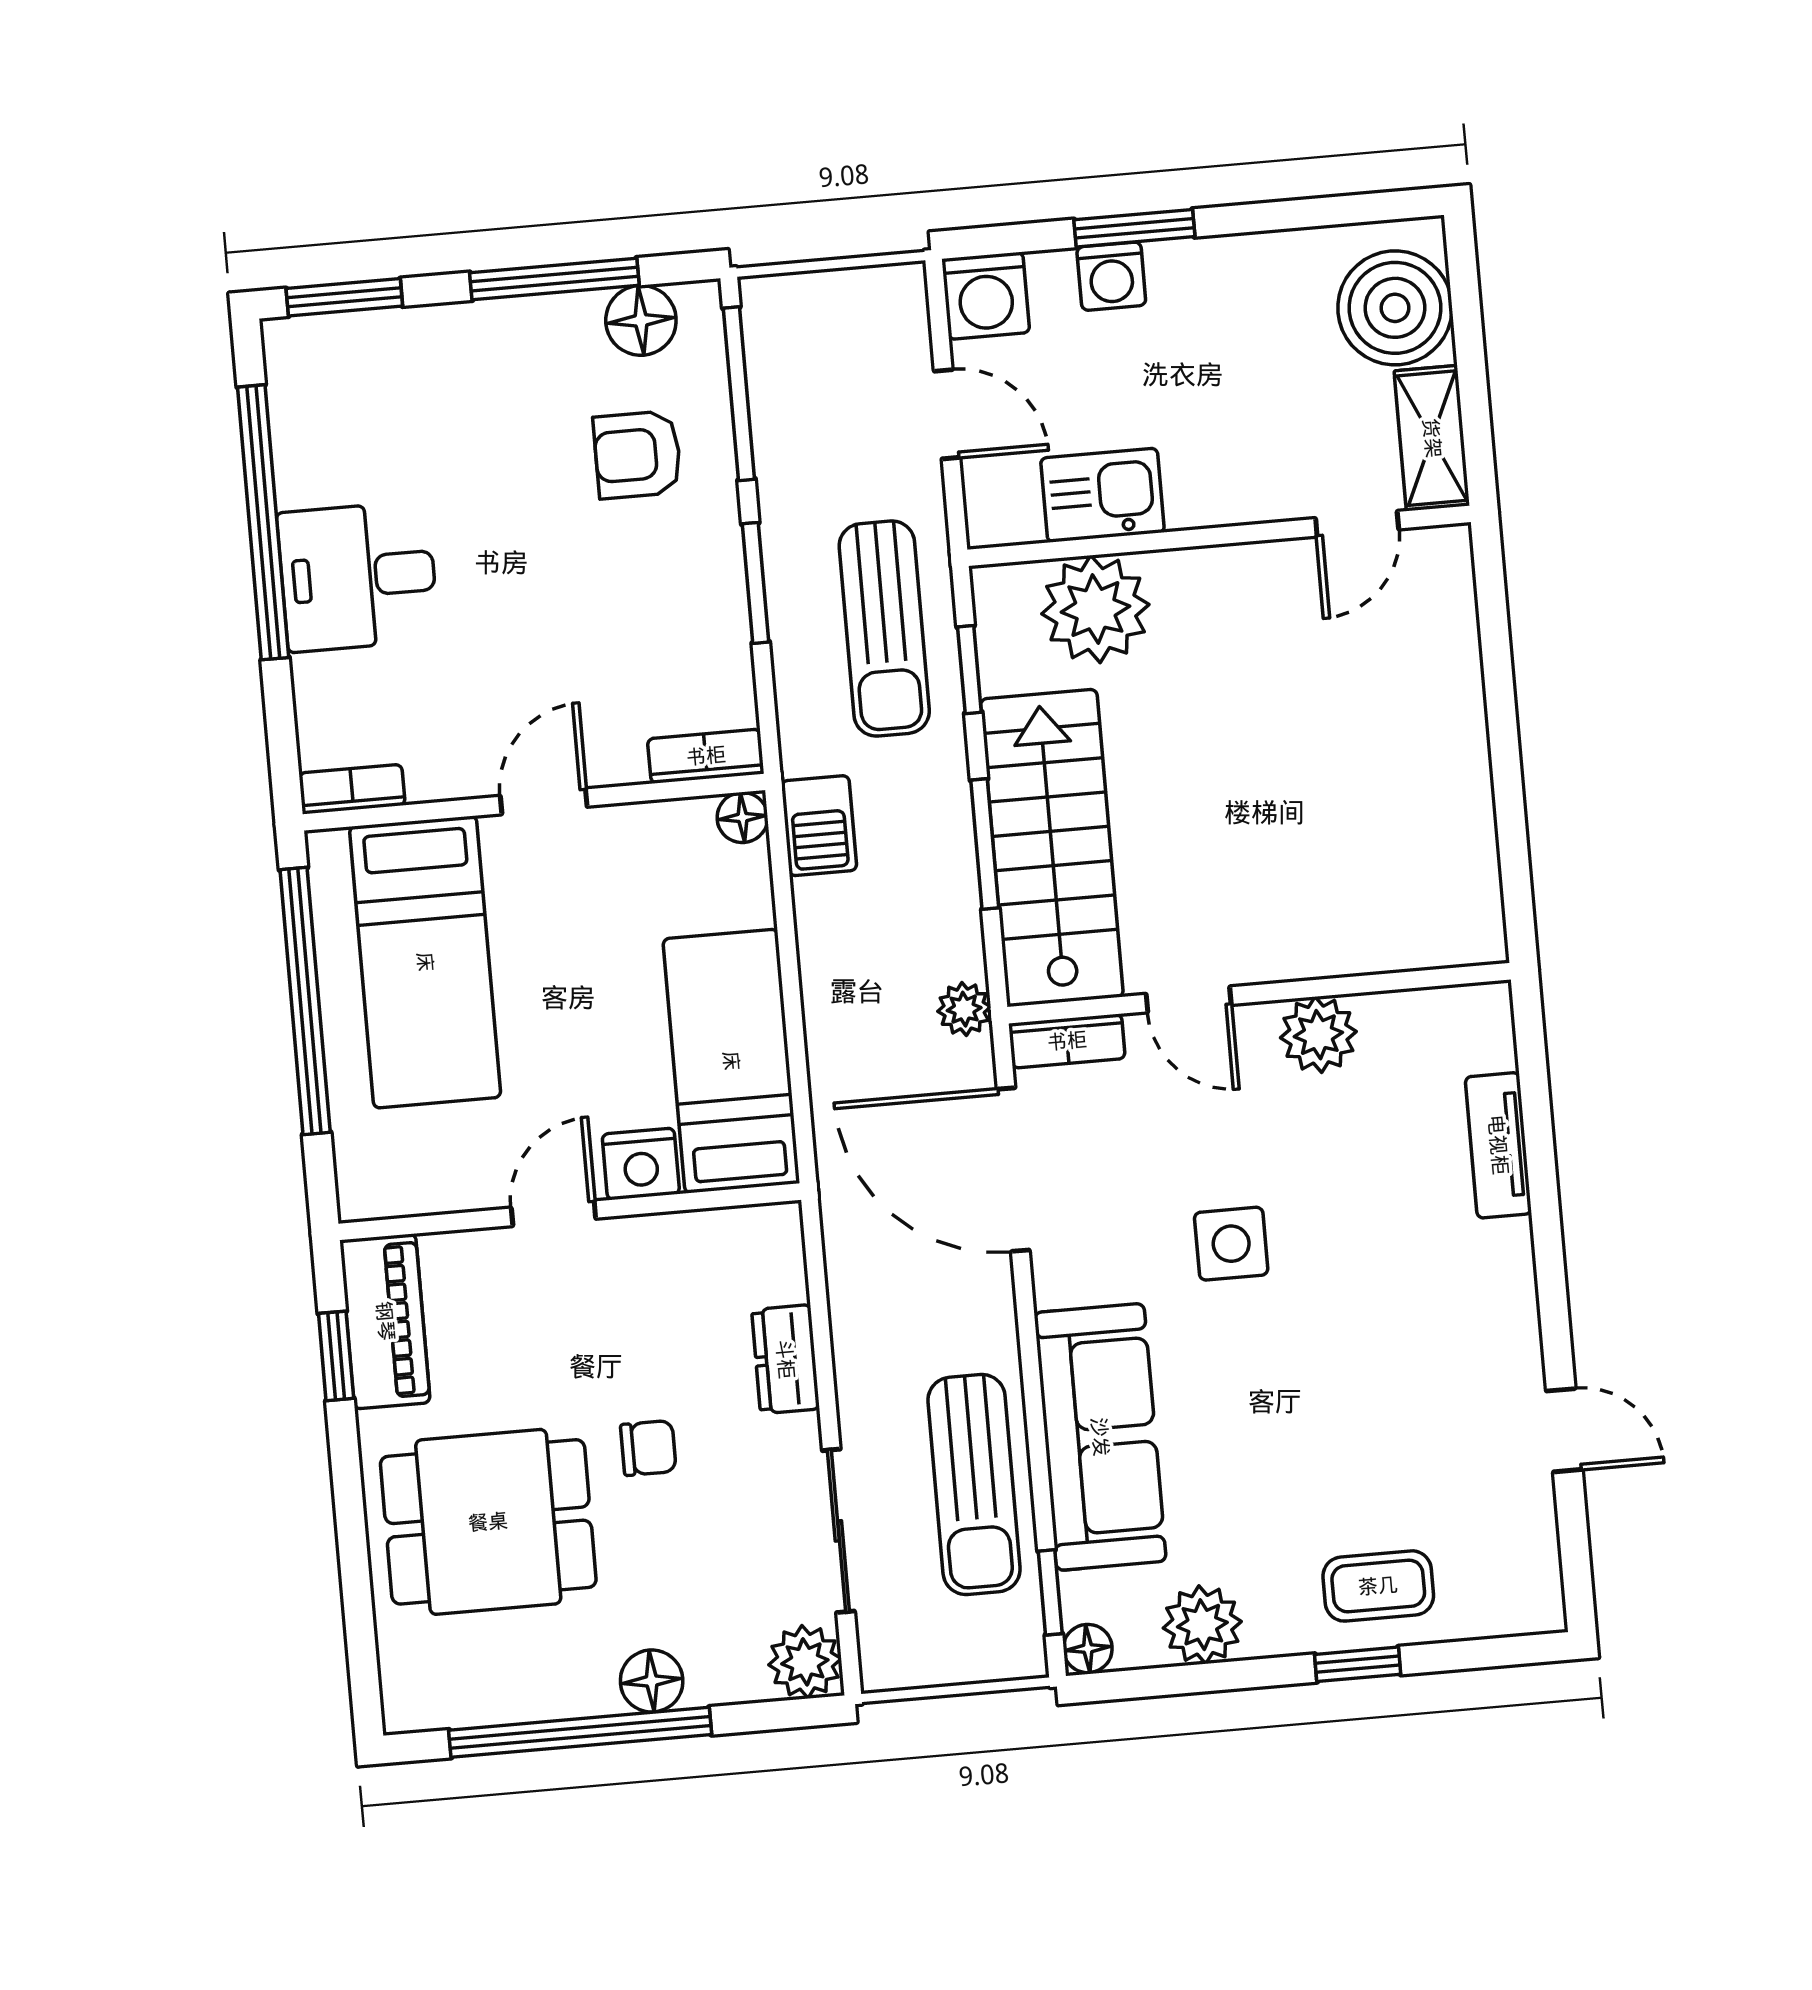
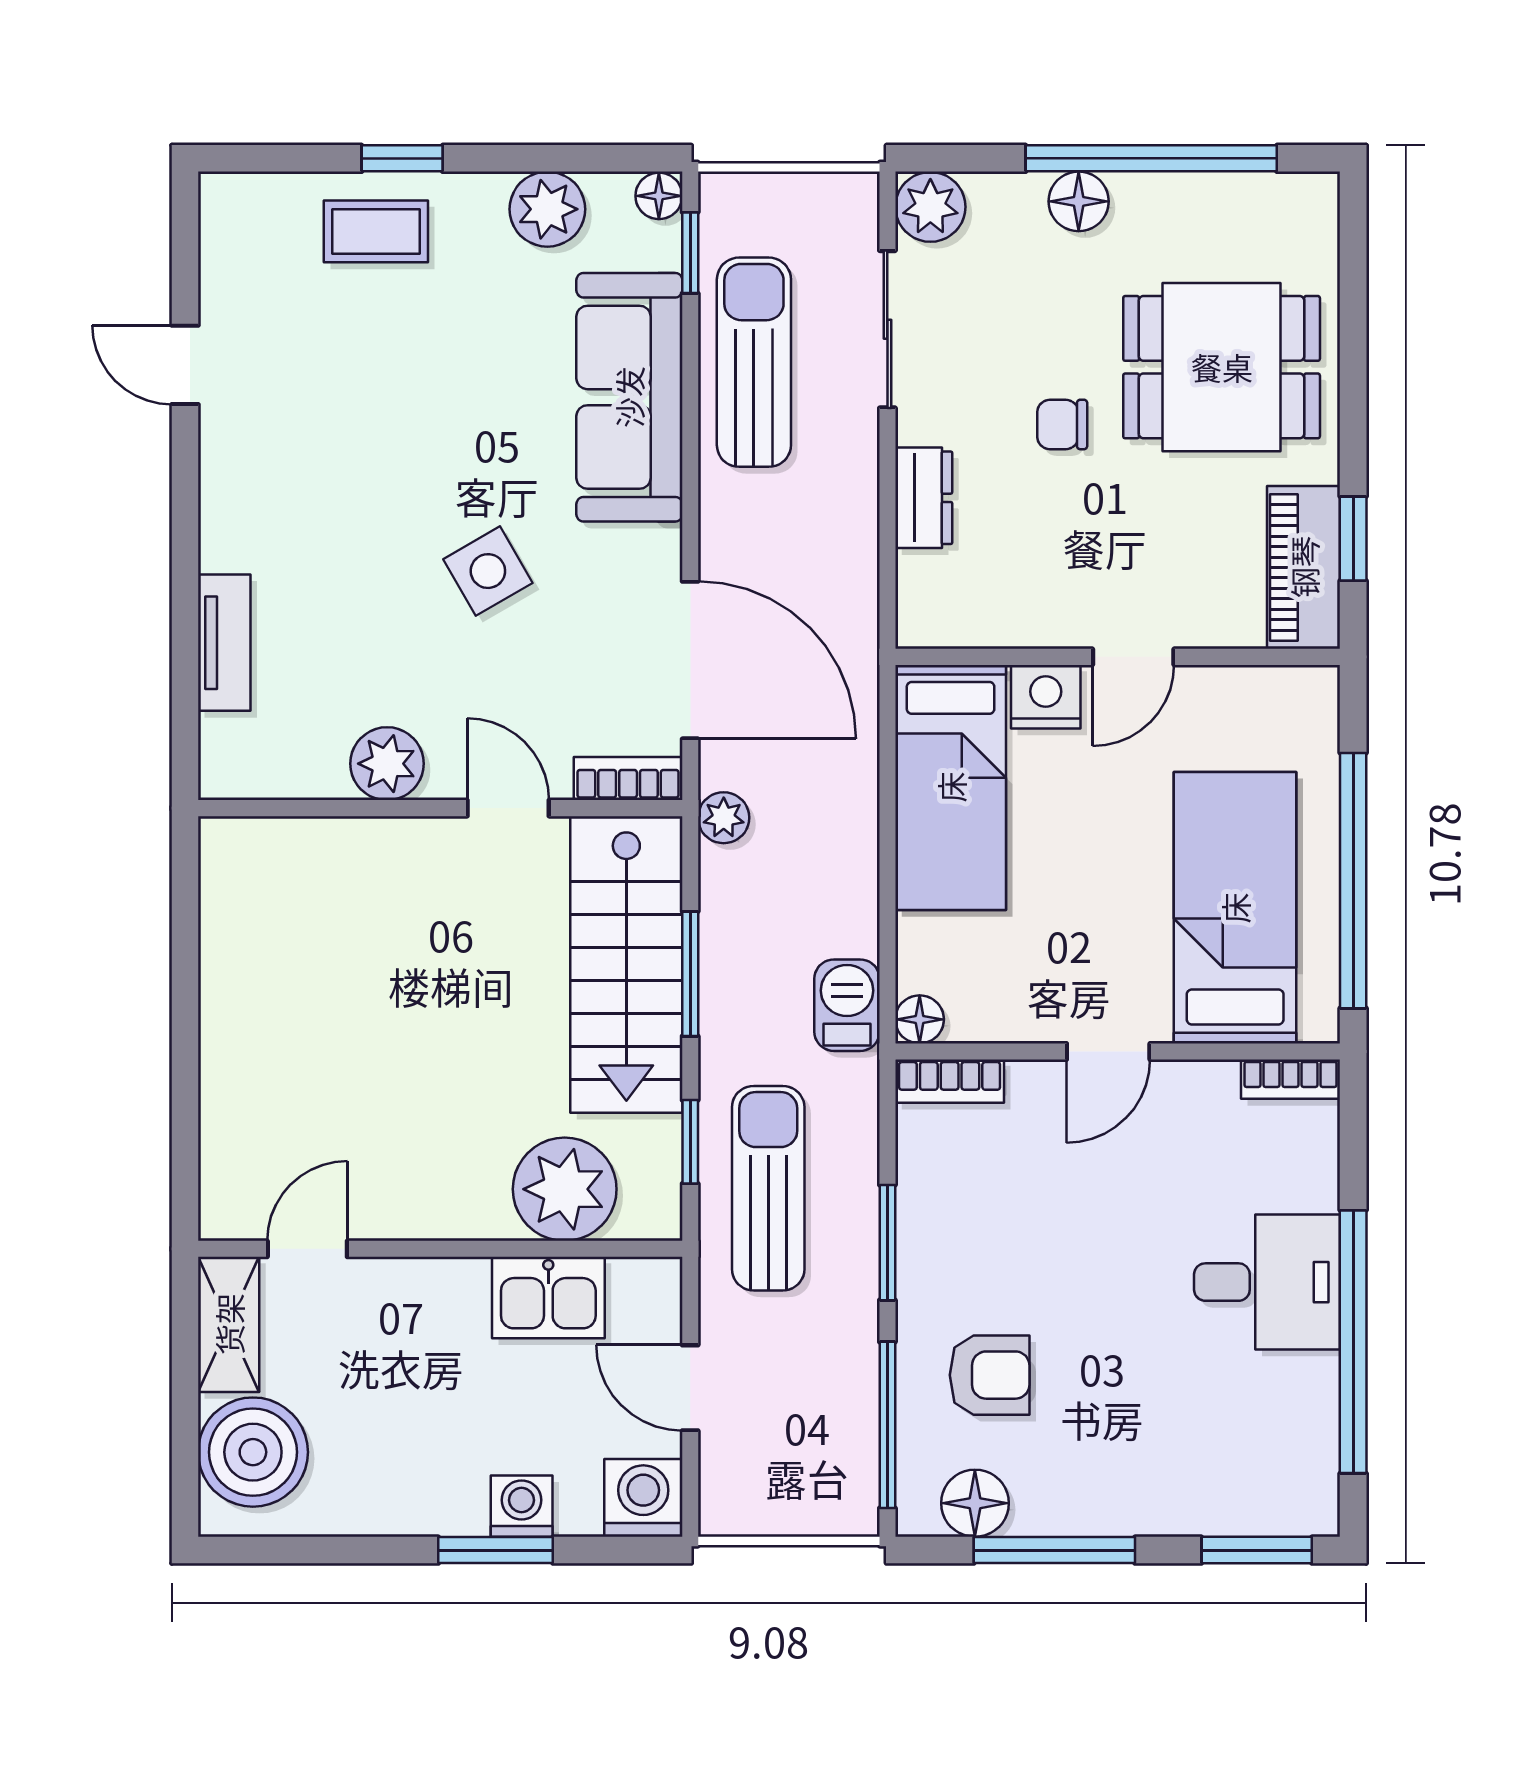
side table: (1231, 1244) -> (488, 571), turned -30

